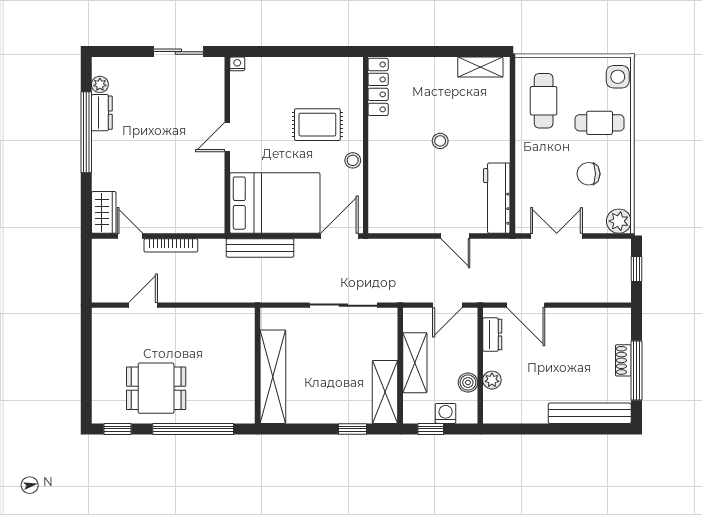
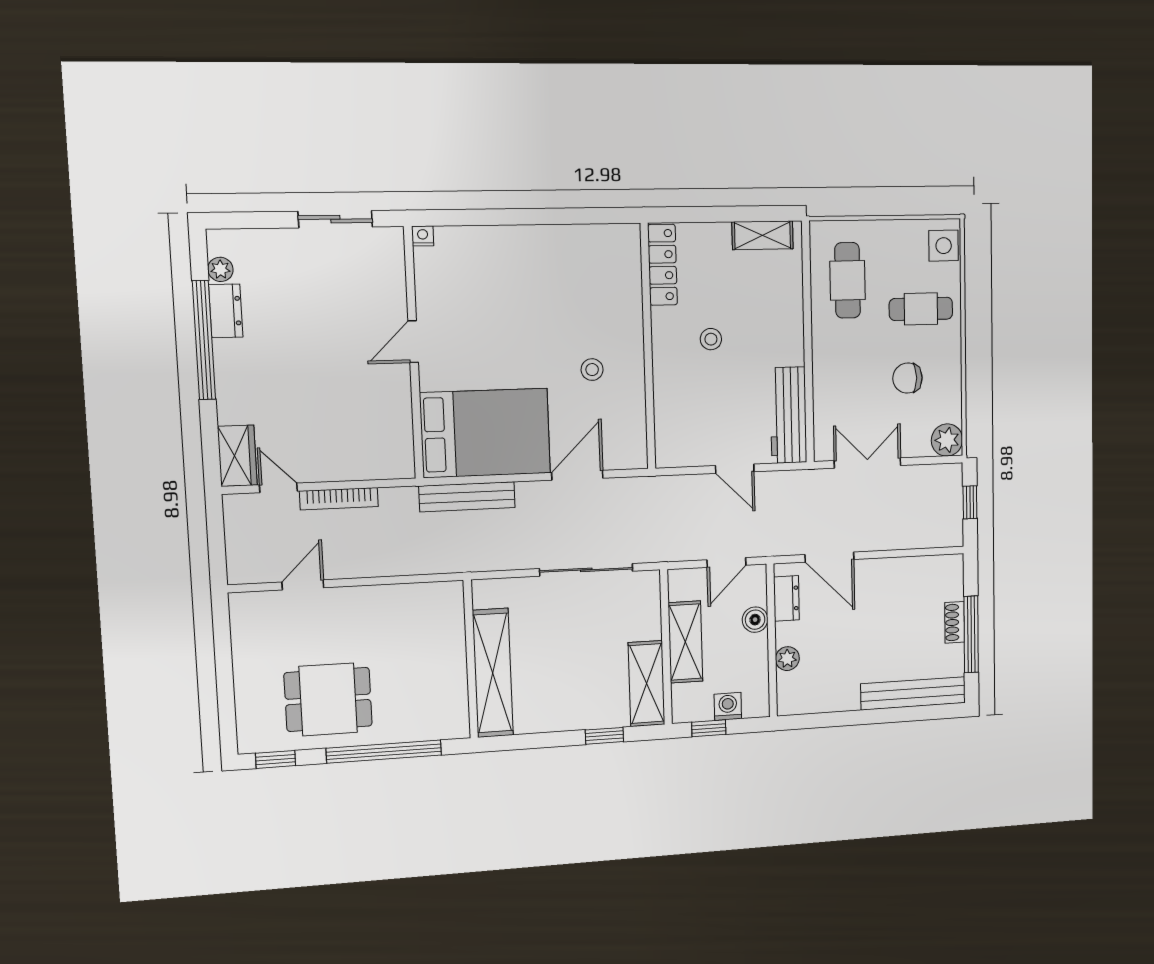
locker: (378, 87) -> (663, 265), moved
rug: (317, 125) -> (541, 321), removed
wall: (366, 145) -> (648, 347), moved
boiler: (468, 383) -> (755, 620), moved

